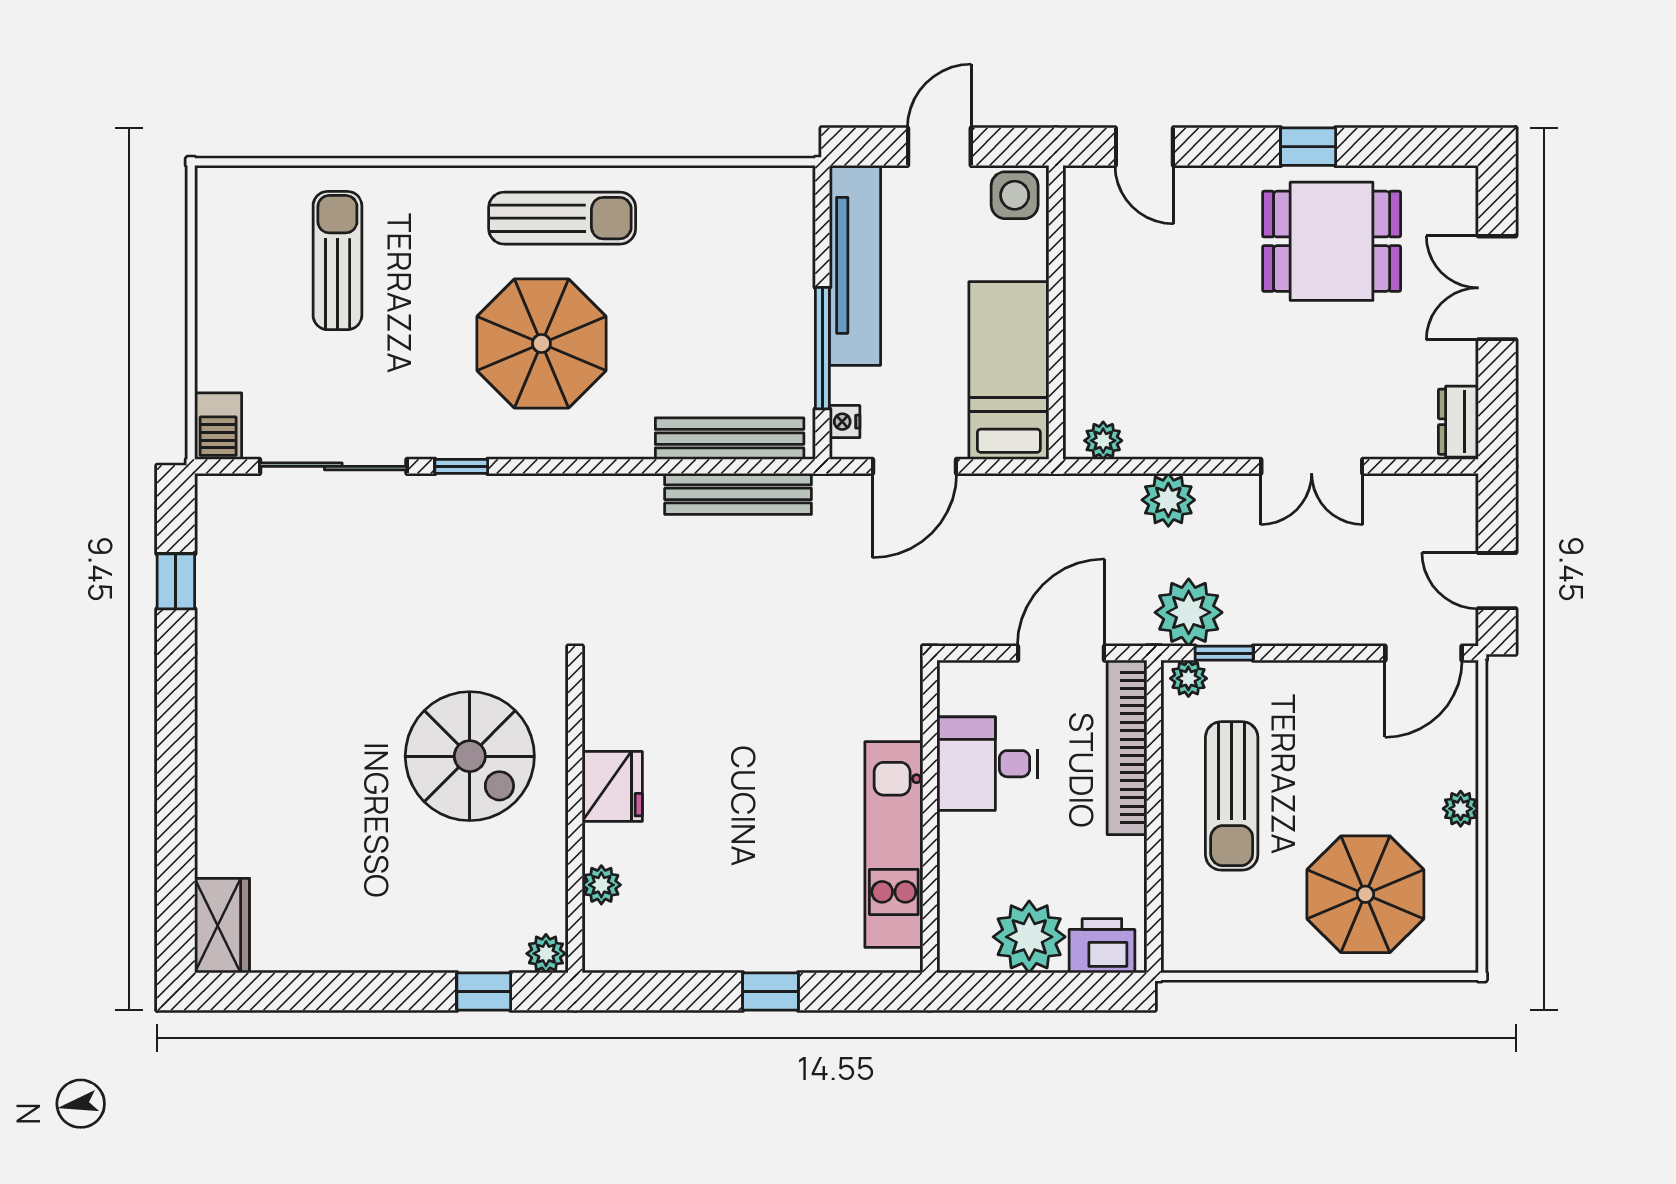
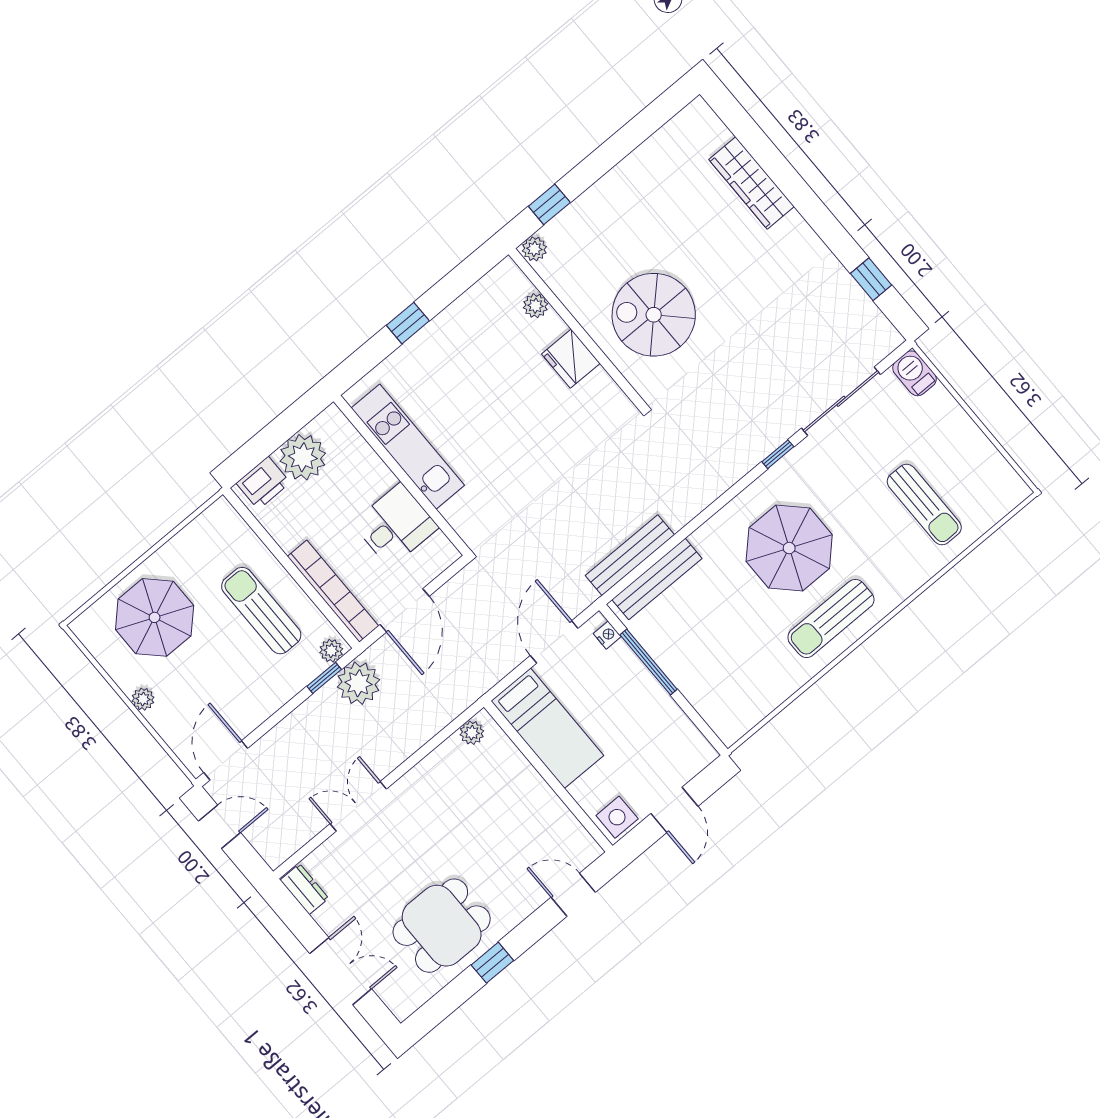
tv unit: (855, 265) -> (667, 716), removed
plant: (1168, 500) -> (415, 730), removed
wardrobe: (222, 926) -> (751, 183), moved, width x1.50

